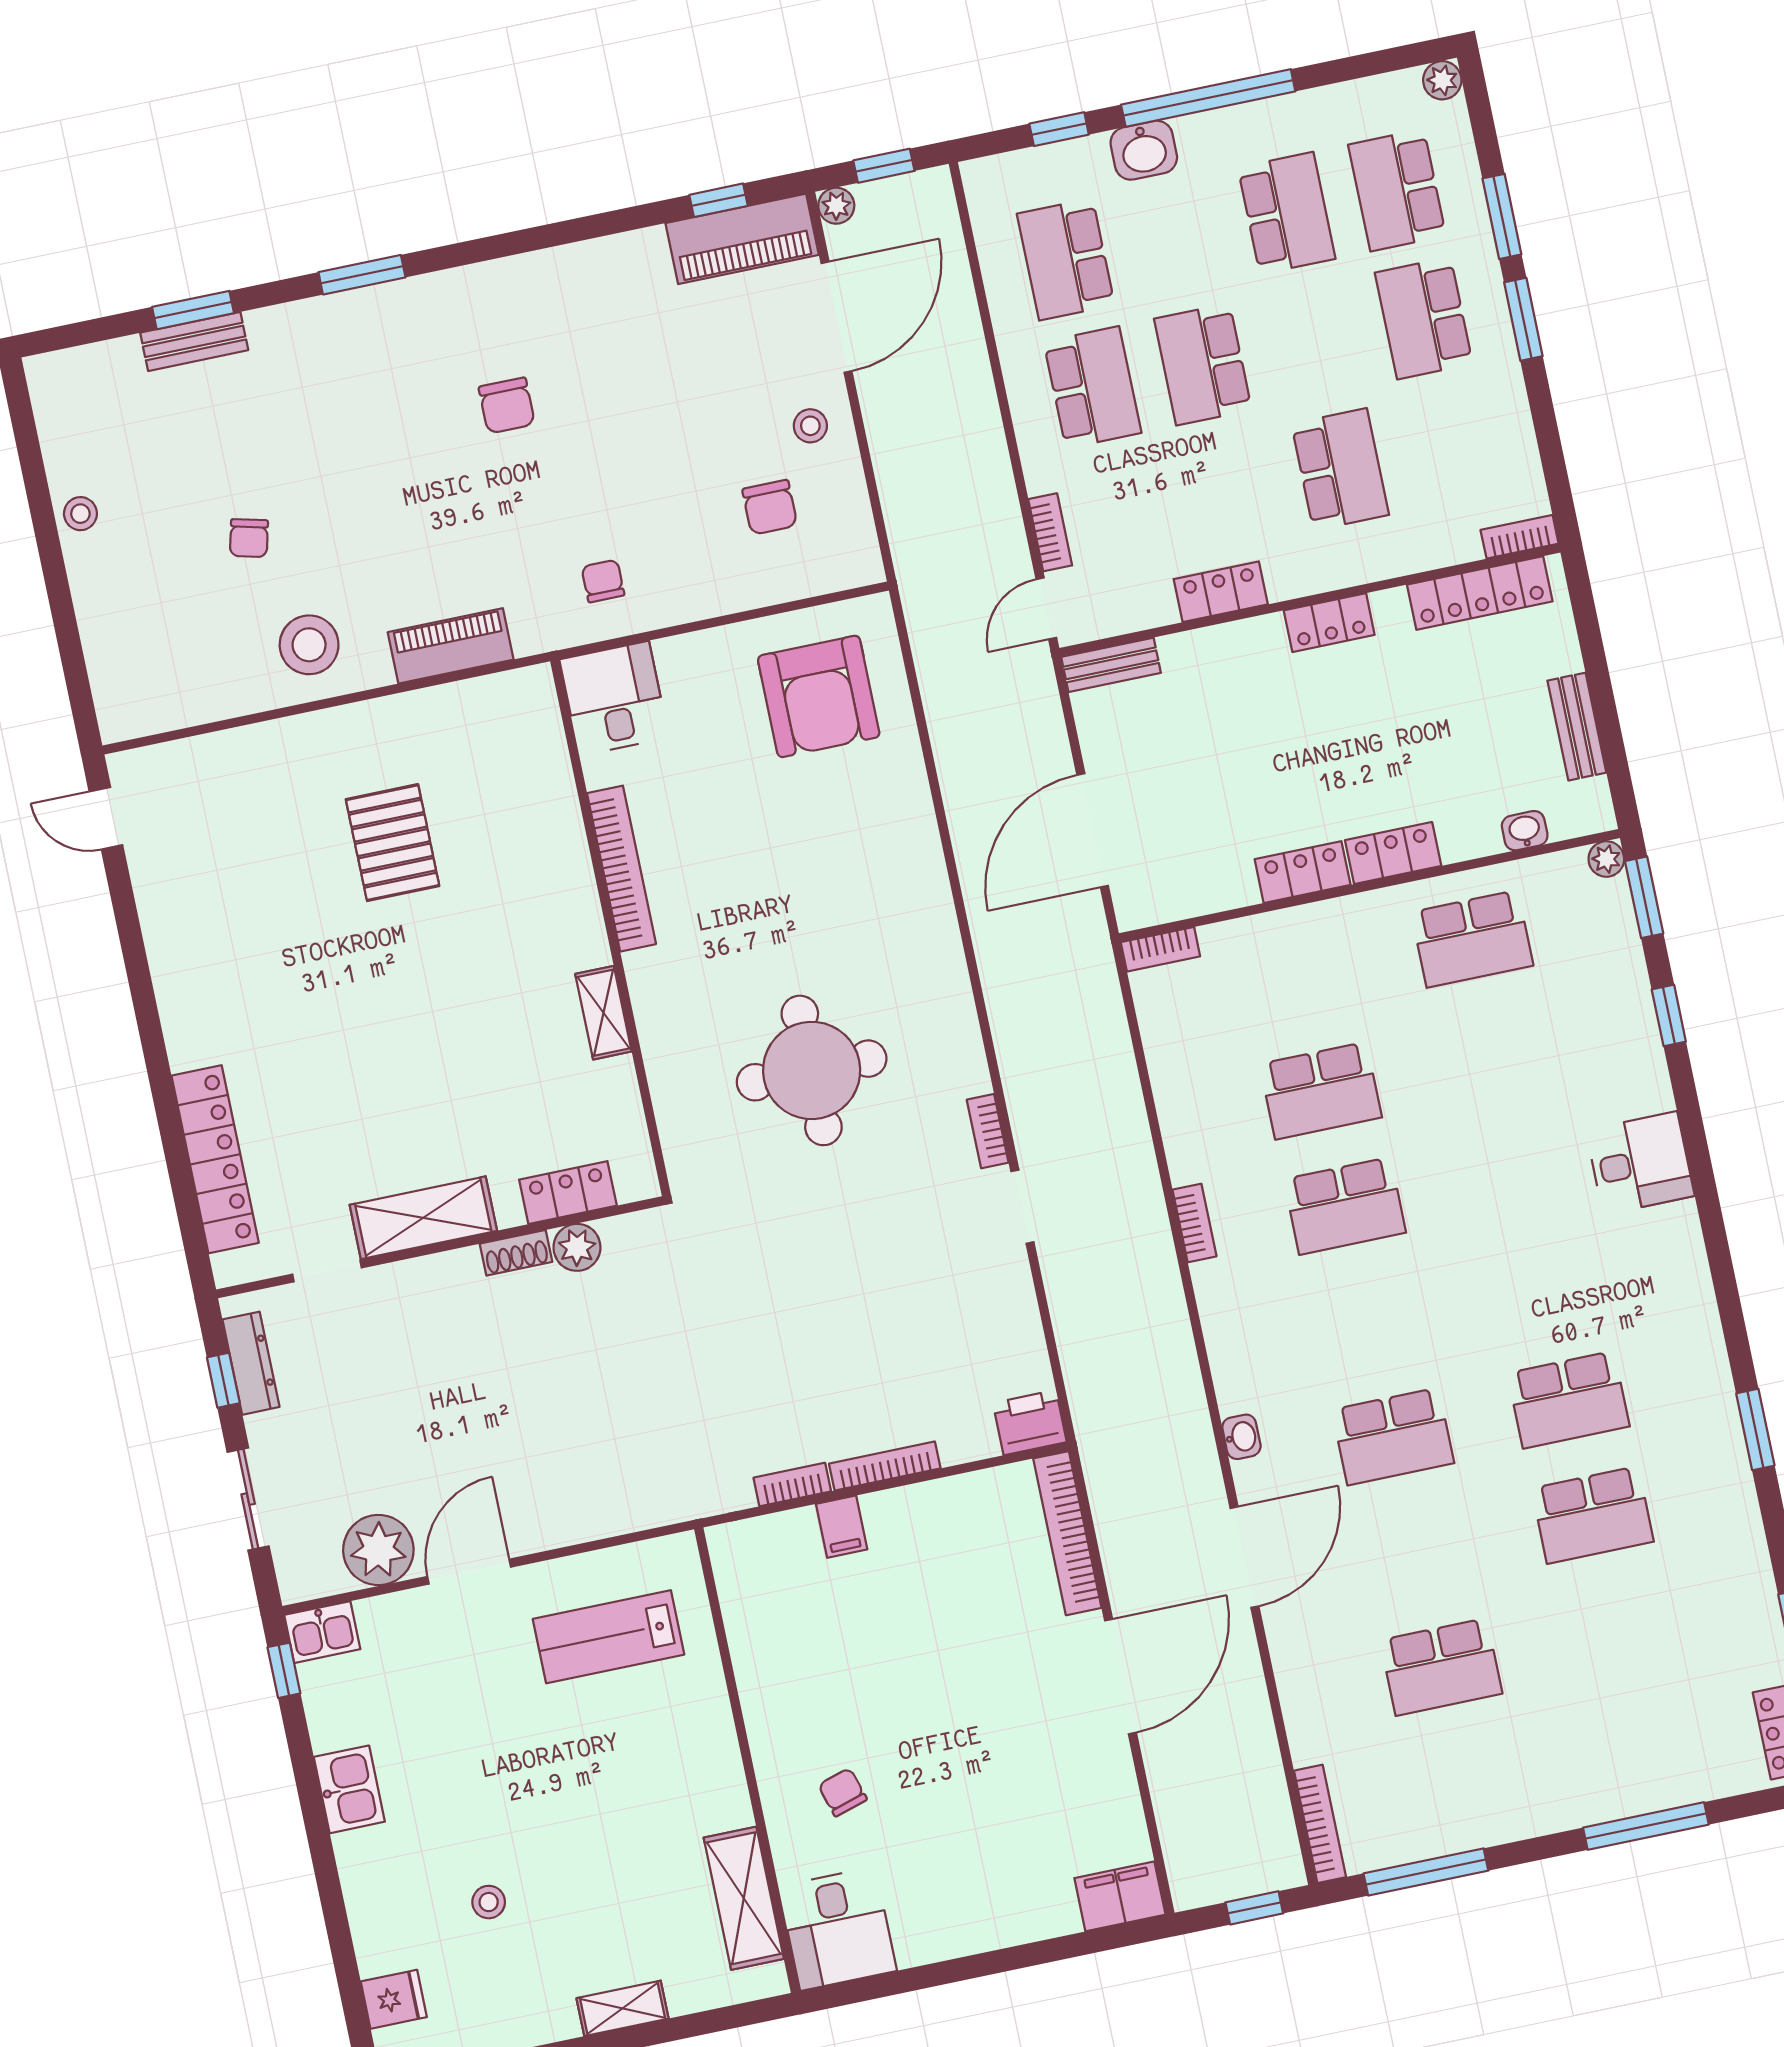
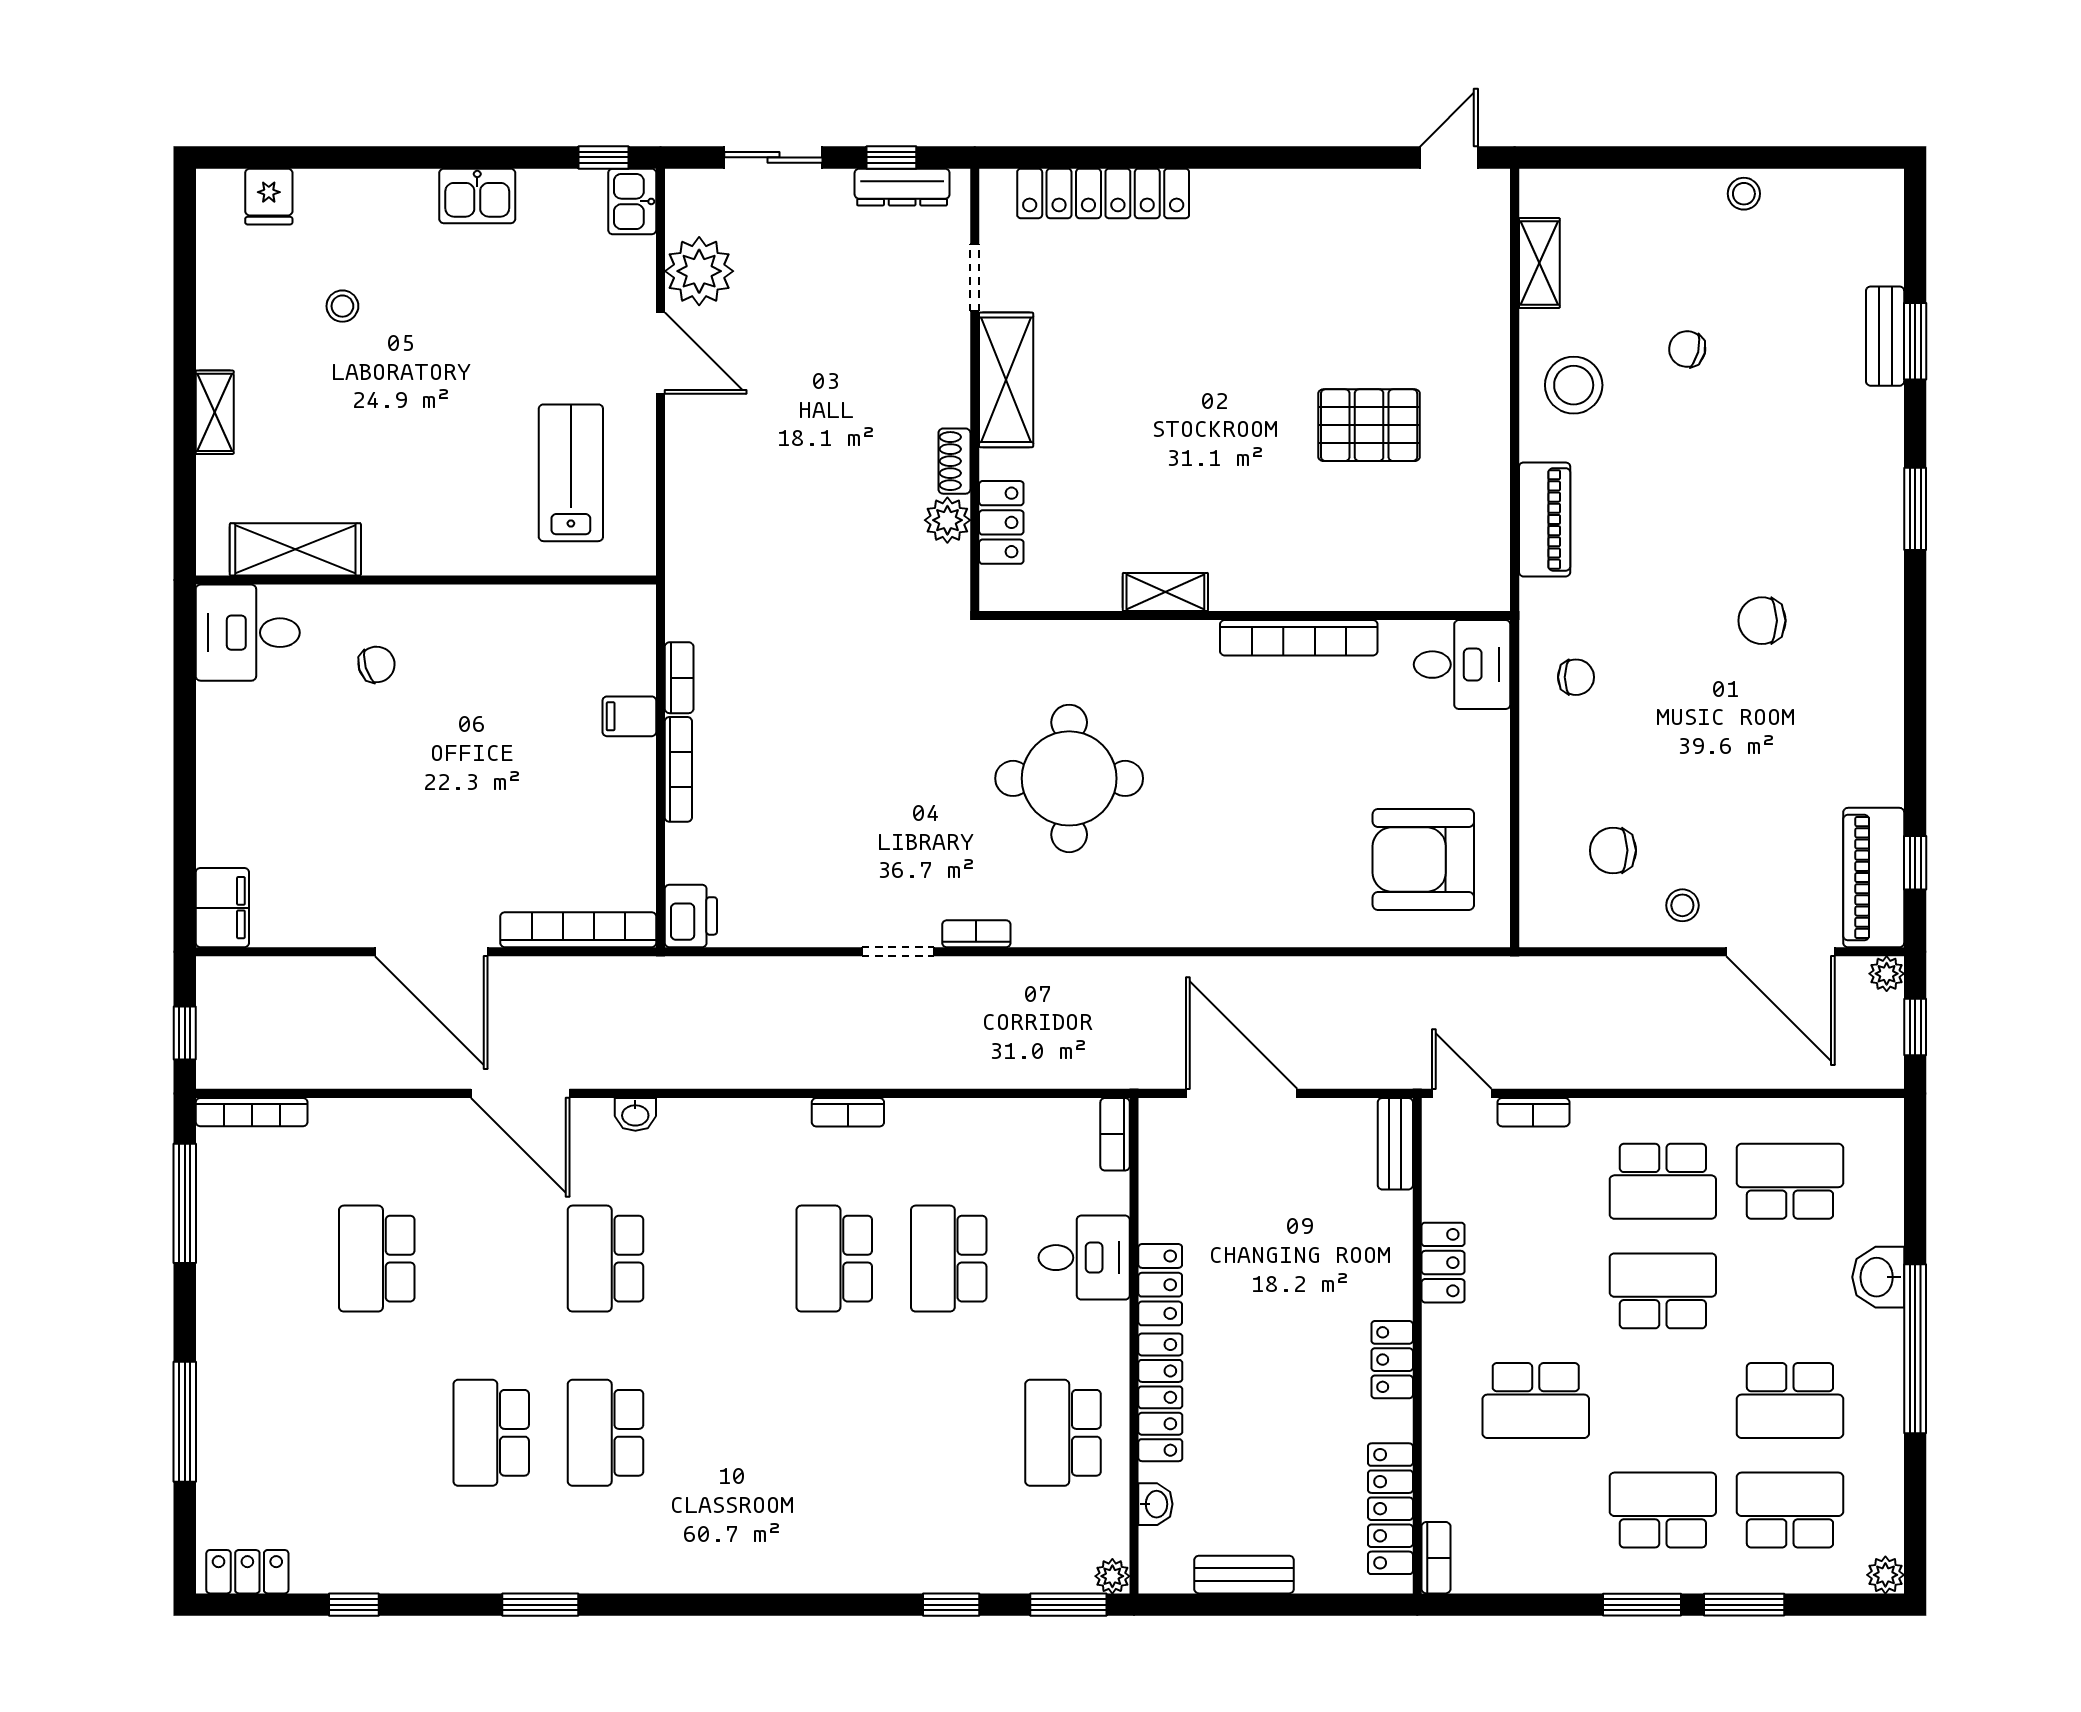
window: (1059, 129) -> (1915, 1201), removed
shelving: (193, 705) -> (1539, 263), added
locker: (1393, 853) -> (1160, 1397), width x1.53
desk: (1640, 1163) -> (1084, 1258), moved, turned -90

